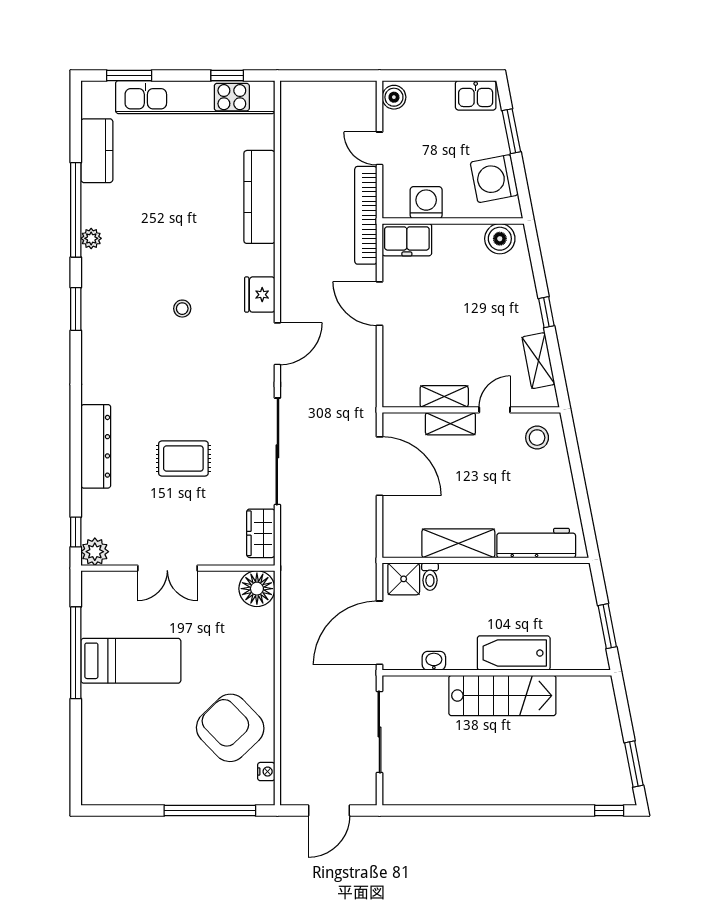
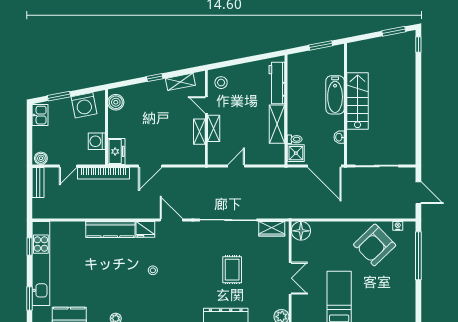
bench: (348, 92) -> (38, 182), added
kitchen counter: (259, 197) -> (110, 229), moved
door: (379, 466) -> (236, 166), width x0.53

